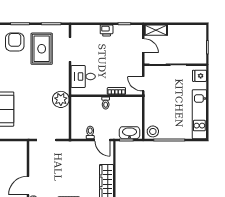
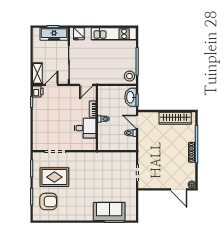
printer: (107, 31) -> (38, 92), moved
armchair: (15, 42) -> (48, 202), turned 180
freezer: (199, 48) -> (54, 34), added
desk: (83, 77) -> (85, 128), moved, turned -90
plant: (61, 99) -> (100, 160), removed
door: (102, 140) -> (137, 122), swing flipped

